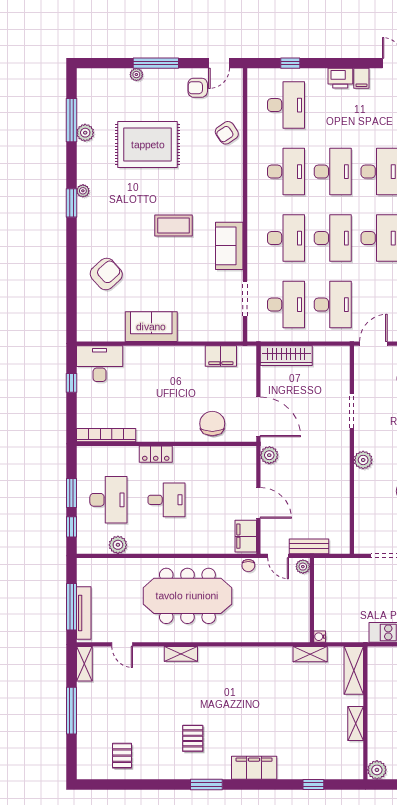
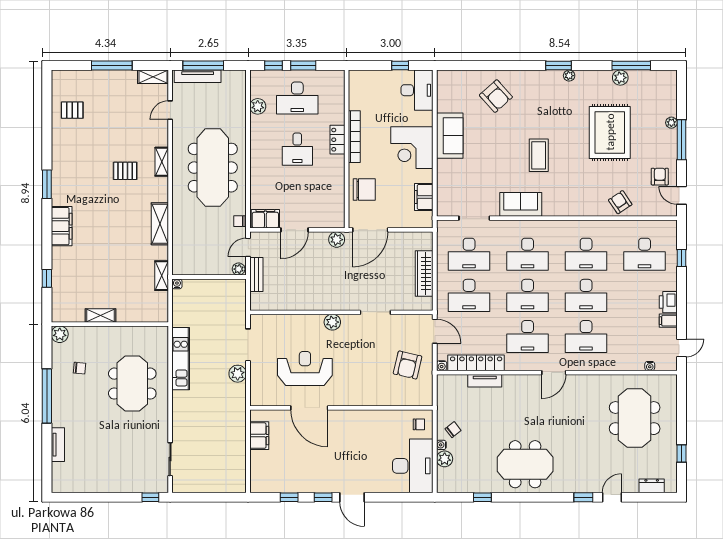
wardrobe: (286, 356) -> (424, 273), moved
corner desk: (165, 369) -> (412, 148), added
bookcase: (106, 435) -> (354, 137), moved
shelving: (354, 670) -> (160, 224), moved, turned 90
pallet: (193, 738) -> (125, 171), moved

